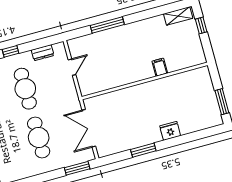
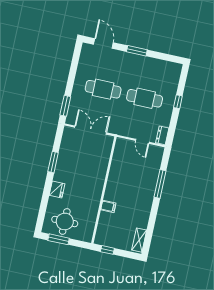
window: (201, 26) -> (107, 250), moved
dresser: (43, 53) -> (162, 135), moved
round table: (200, 105) -> (65, 221), added

